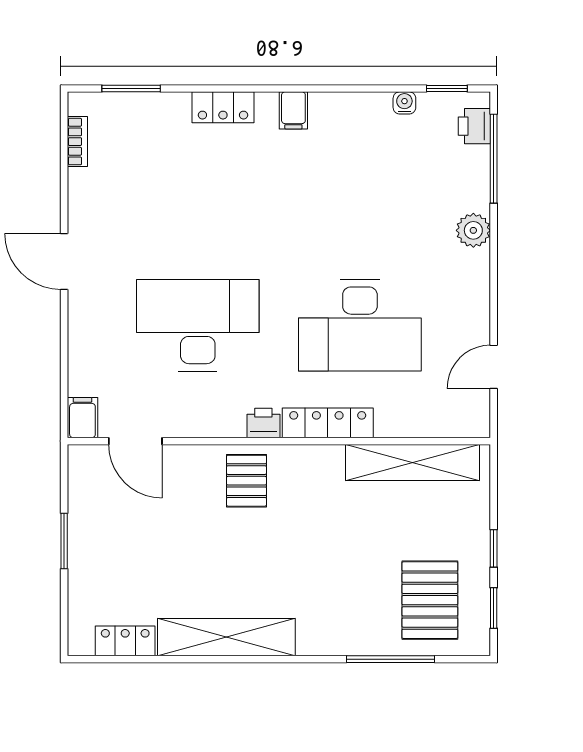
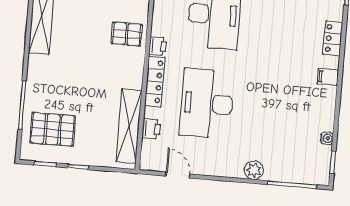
printer: (474, 126) -> (151, 129), moved, turned 90

